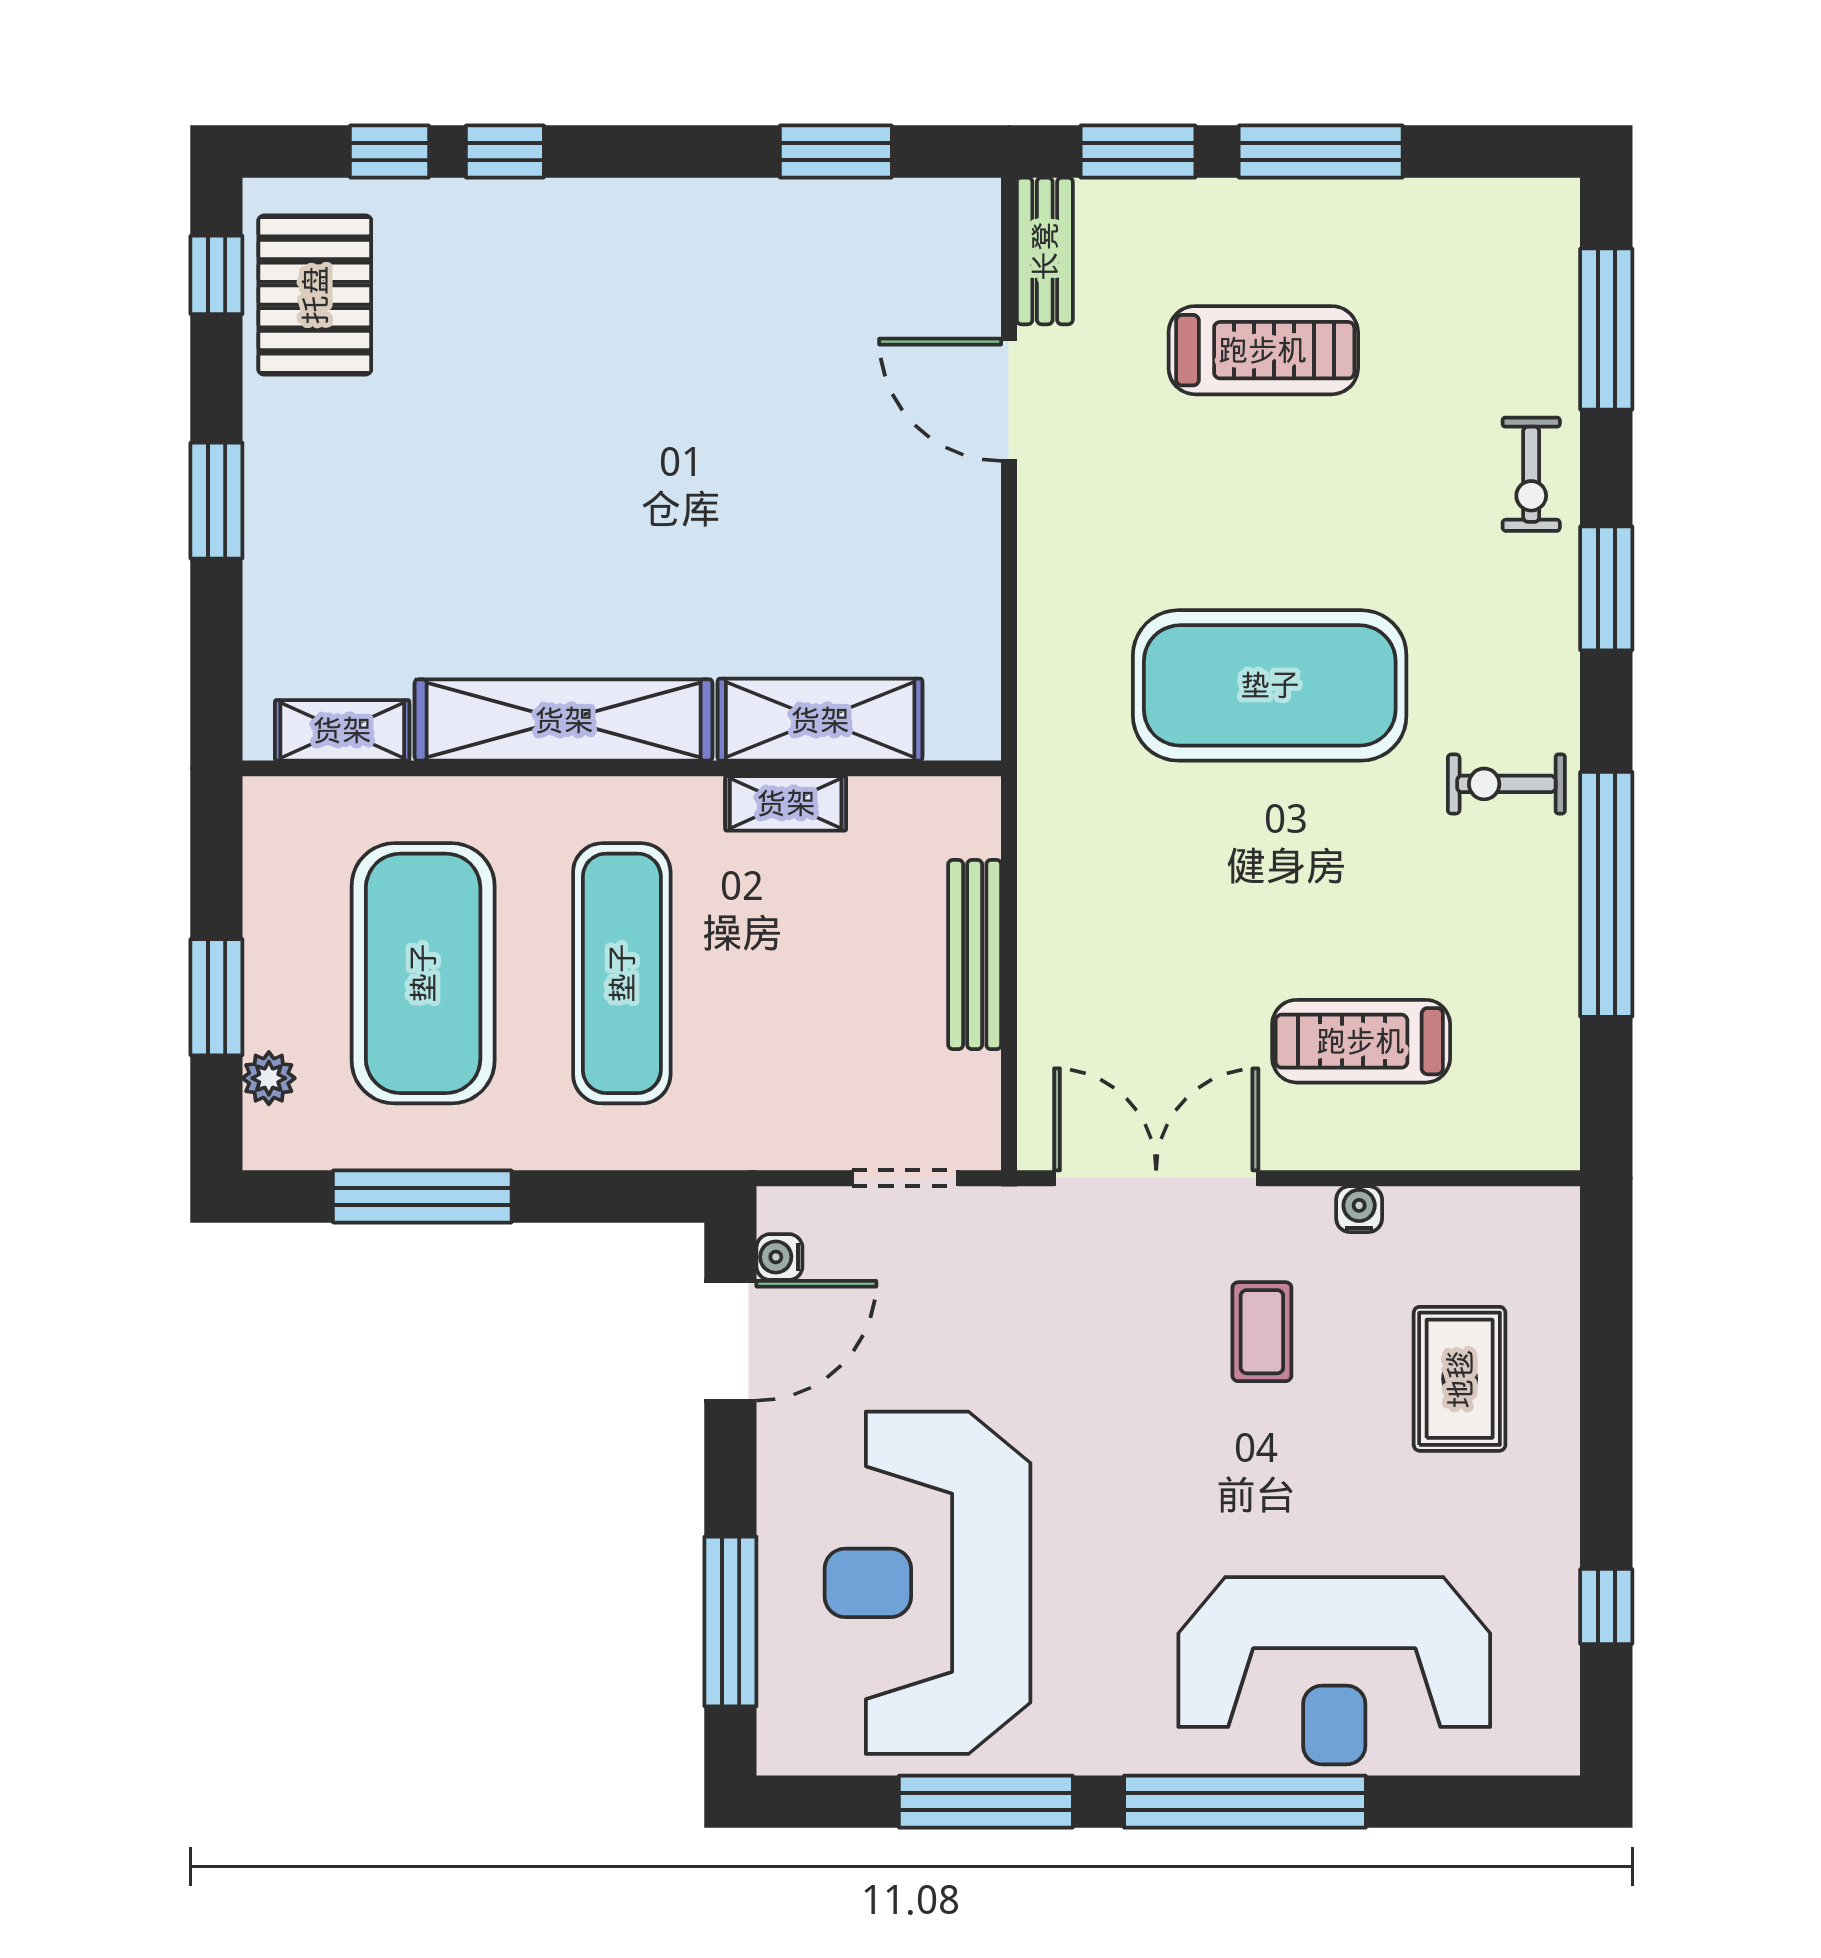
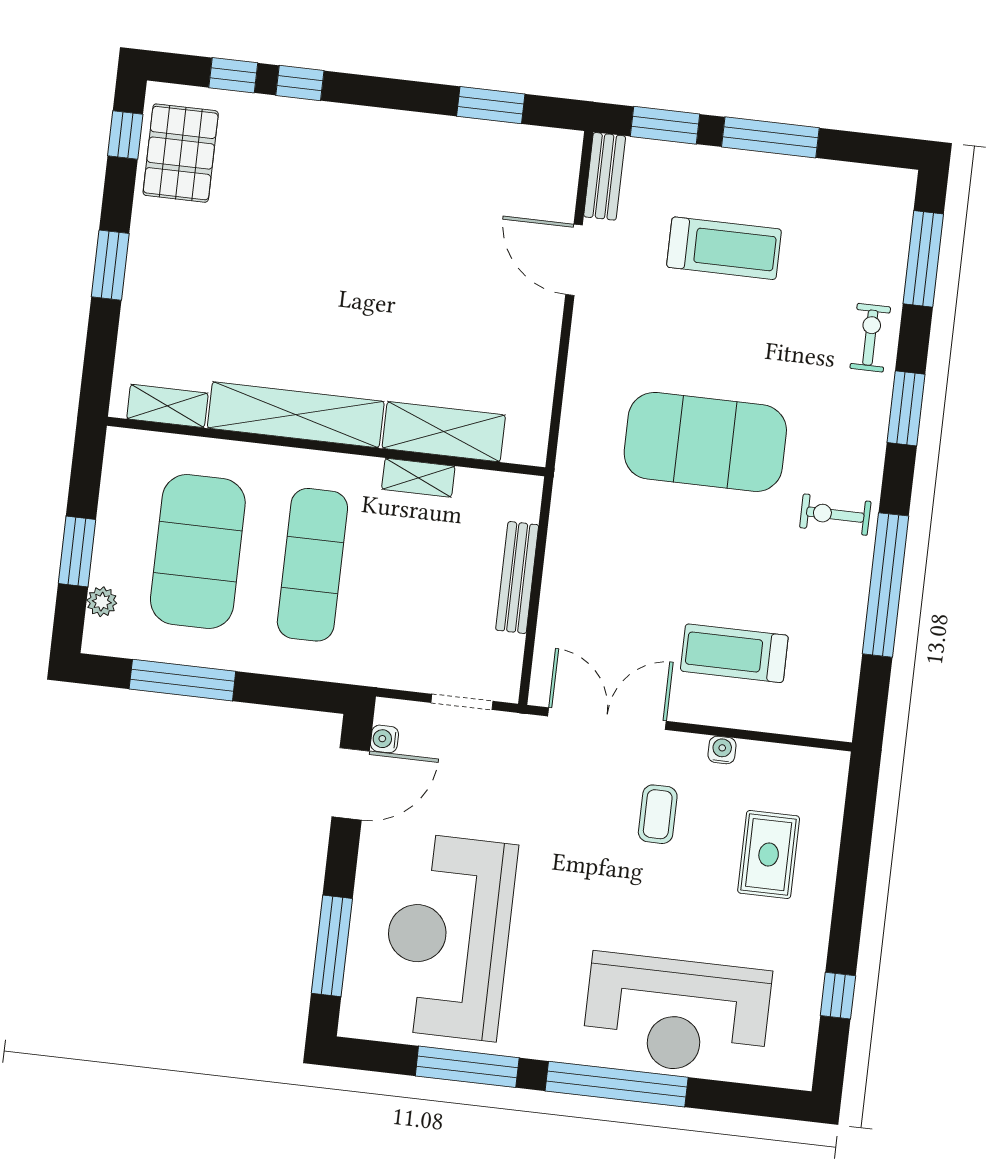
exercise bike: (1531, 474) -> (870, 338), turned 180

